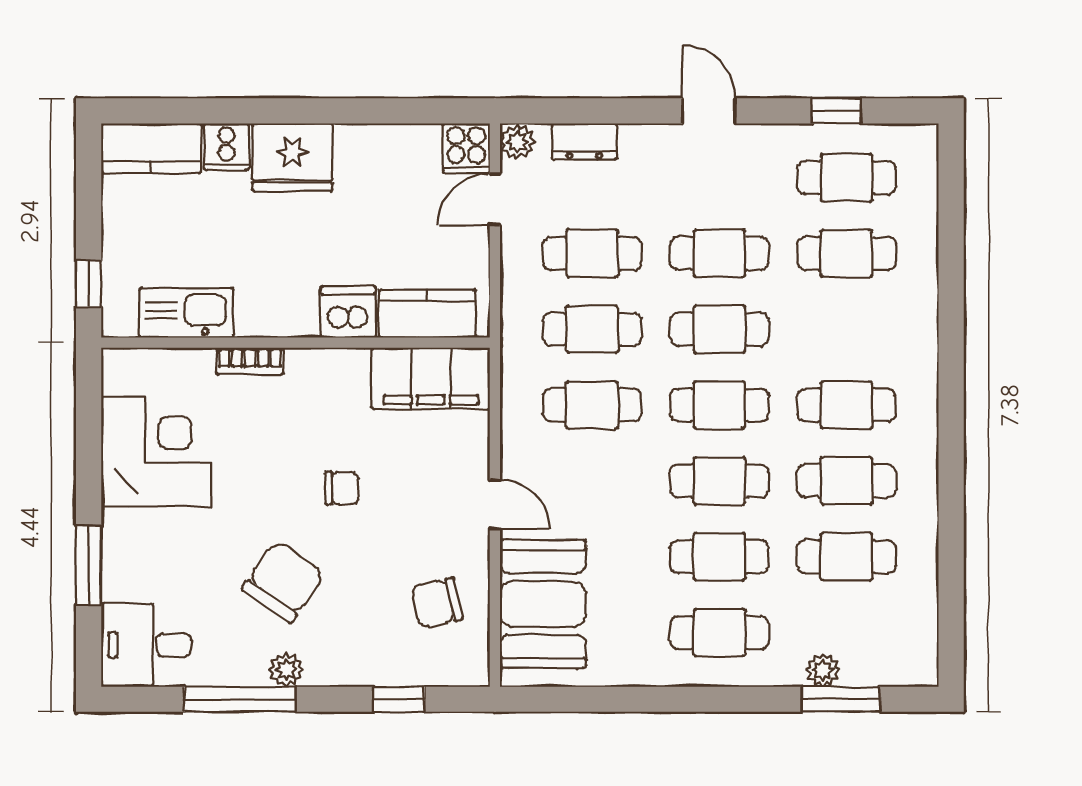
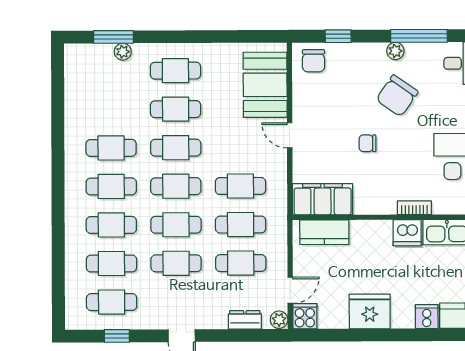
fridge: (292, 157) -> (370, 311), moved
dishwasher: (348, 312) -> (407, 233), moved
cafe table: (847, 557) -> (111, 225), moved
chair: (437, 603) -> (313, 61), moved, turned 102

